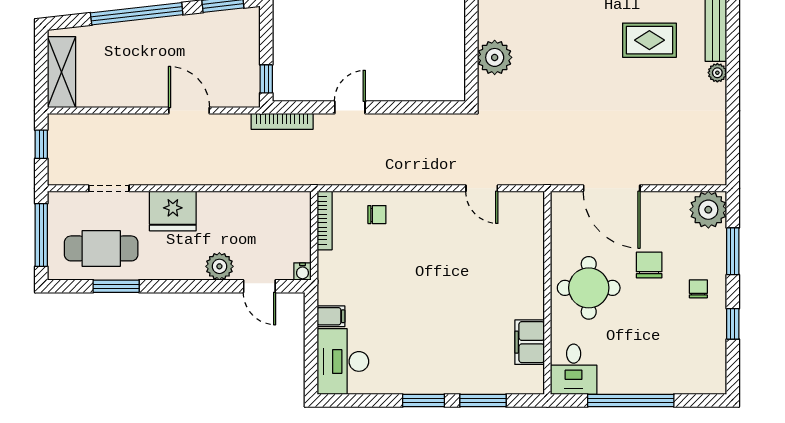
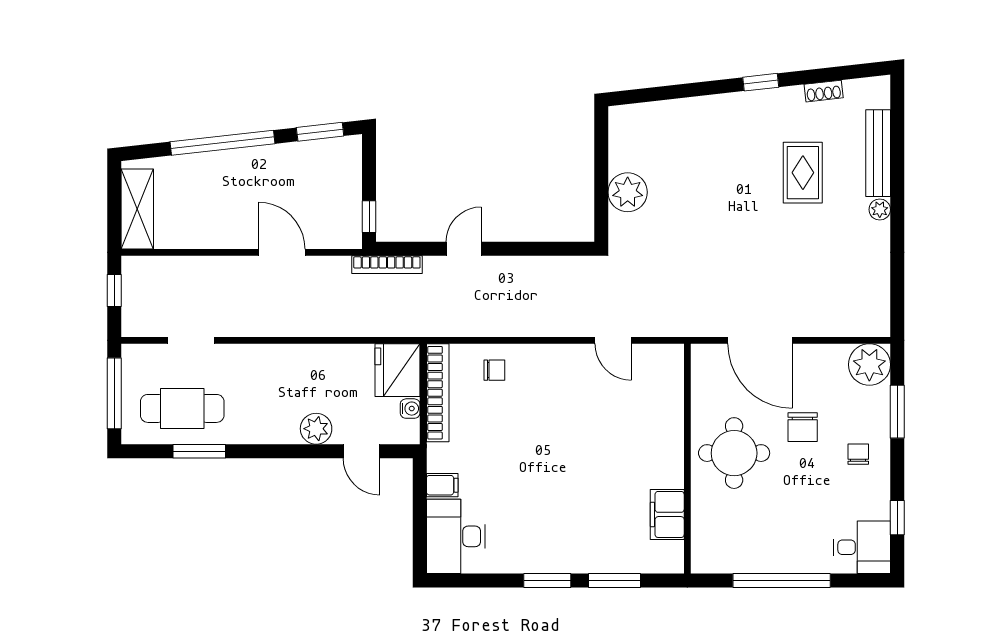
rug: (649, 40) -> (803, 173), turned 90
fridge: (173, 211) -> (398, 370), moved, turned 90
bookcase: (325, 221) -> (438, 393), width x1.48, depth x1.31
chair: (649, 265) -> (803, 427), turned 180
water cooler: (302, 271) -> (410, 409), moved, turned -90
window: (733, 324) -> (897, 518), moved
desk: (574, 369) -> (862, 547), moved, turned -90

